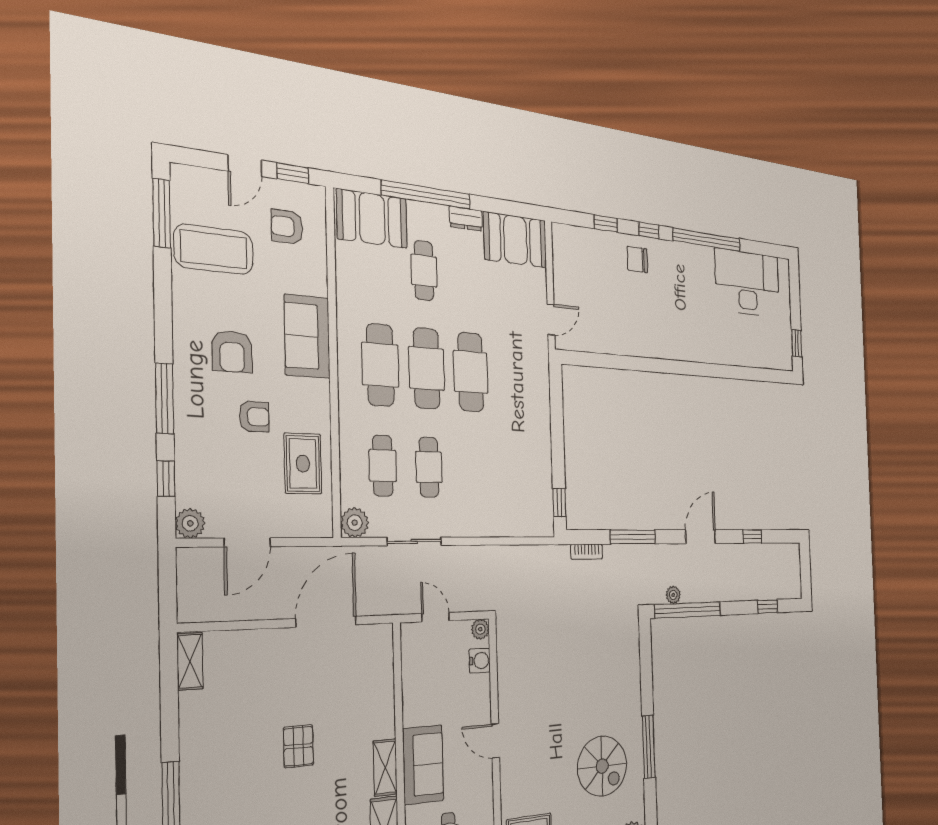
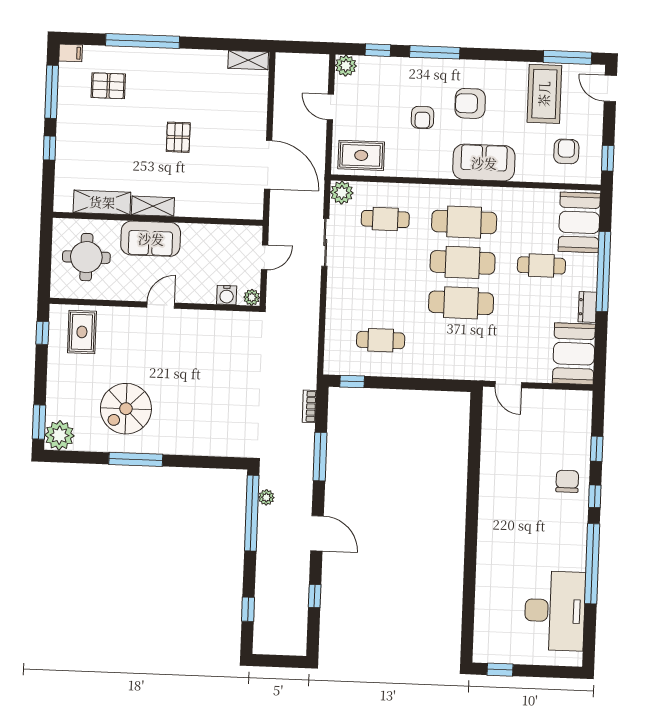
door: (245, 166) -> (610, 88), moved
rug: (303, 464) -> (361, 155), moved
cafe table: (429, 467) -> (381, 340), moved
door: (247, 542) -> (330, 107), width x0.73
pallet: (298, 746) -> (178, 137), turned 90

